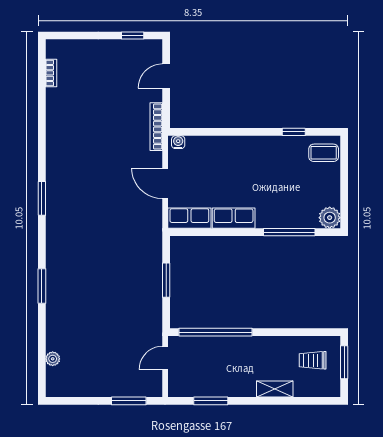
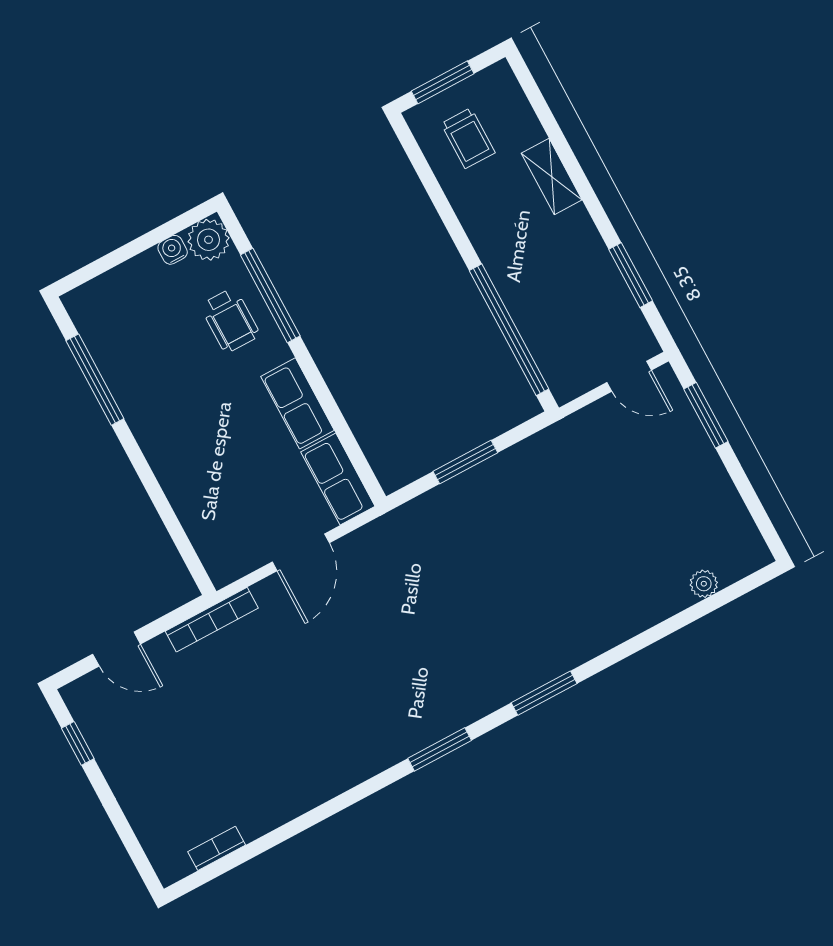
window: (294, 132) -> (95, 380), width x2.17
water cooler: (178, 142) -> (173, 250), moved, turned 90
coffee table: (324, 153) -> (103, 309), removed
wheelchair: (288, 208) -> (230, 320), added
window: (42, 286) -> (544, 693), moved
door: (165, 358) -> (629, 376), moved

